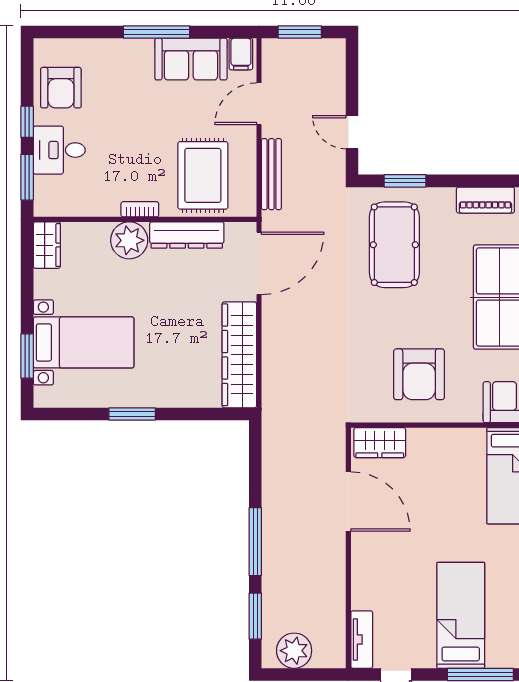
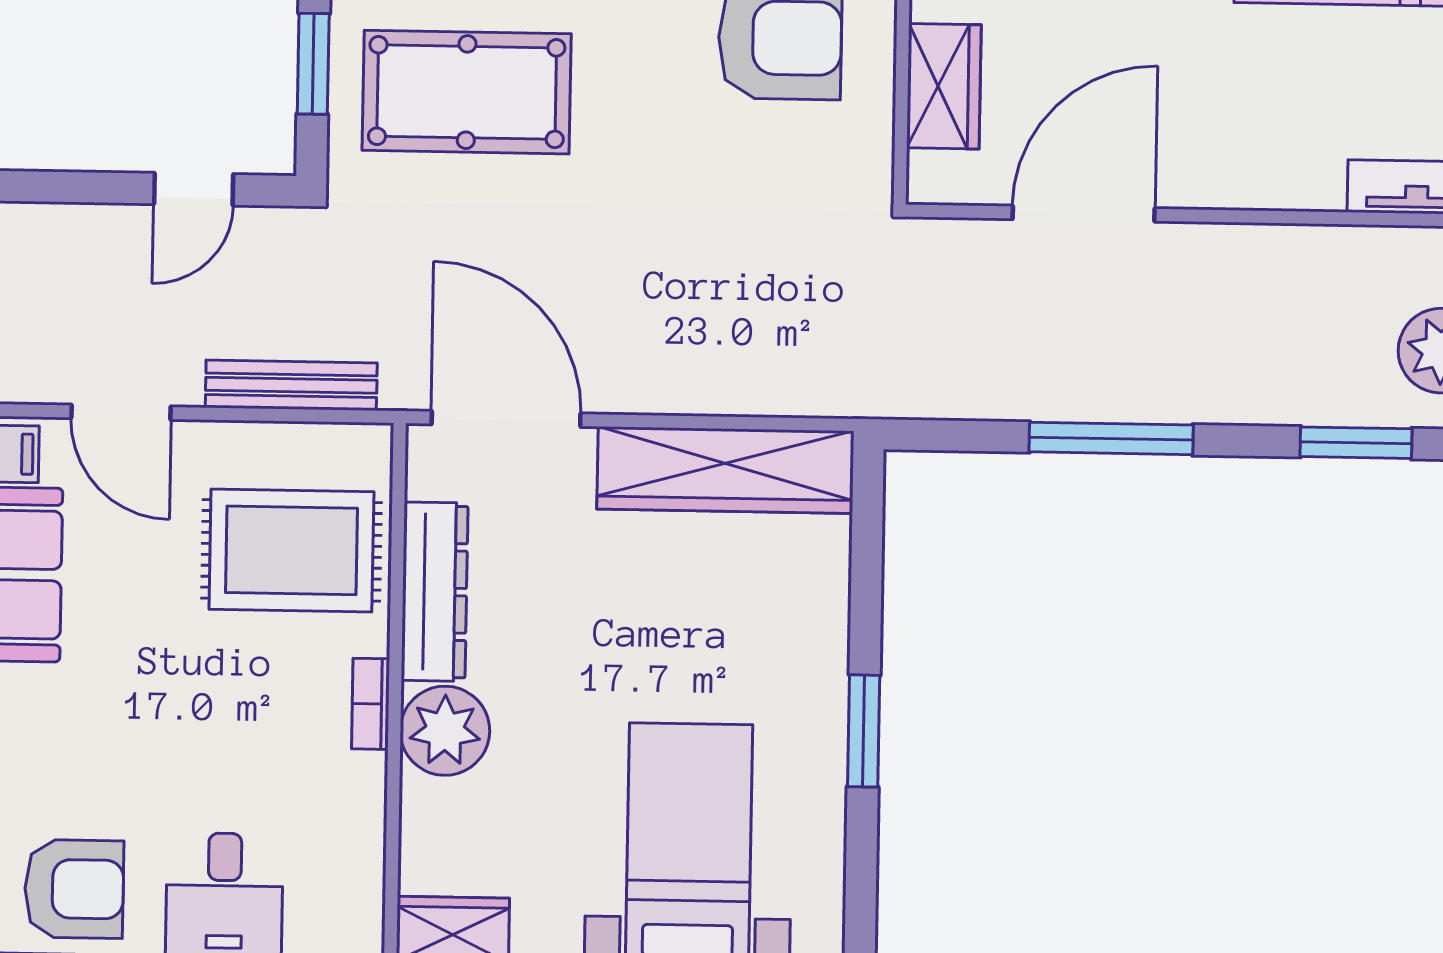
wardrobe: (380, 443) -> (944, 86), moved
window: (255, 542) -> (1111, 438), moved

